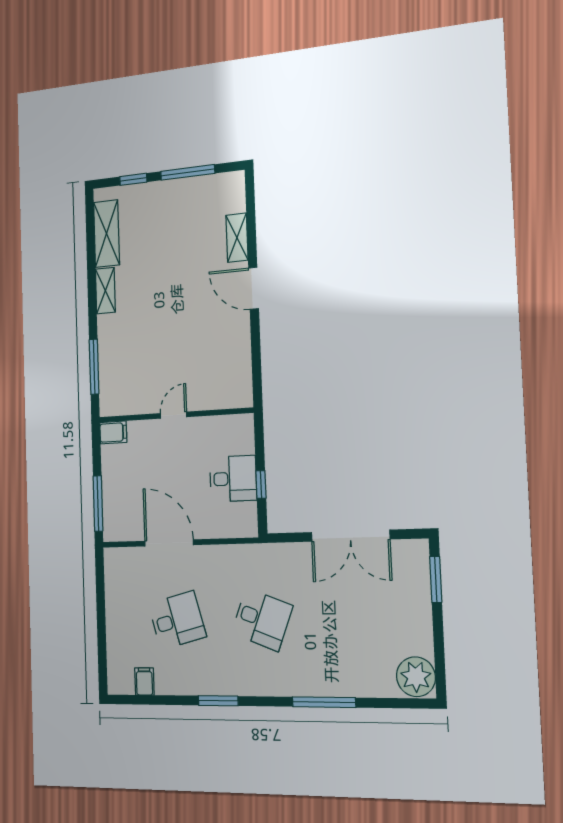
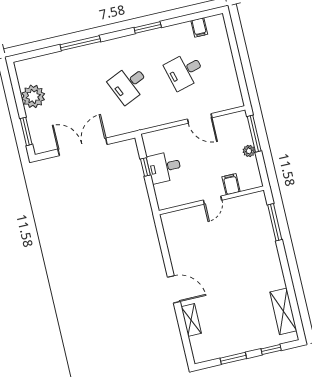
window: (188, 172) -> (233, 358), width x0.69
shelving: (105, 291) -> (277, 274), removed
filing cabinet: (113, 432) -> (231, 184), moved, turned 90
plant: (110, 479) -> (249, 151), added
door: (169, 543) -> (200, 118), width x0.73
desk: (262, 619) -> (129, 84), turned -45
plant: (416, 677) -> (33, 96), moved

